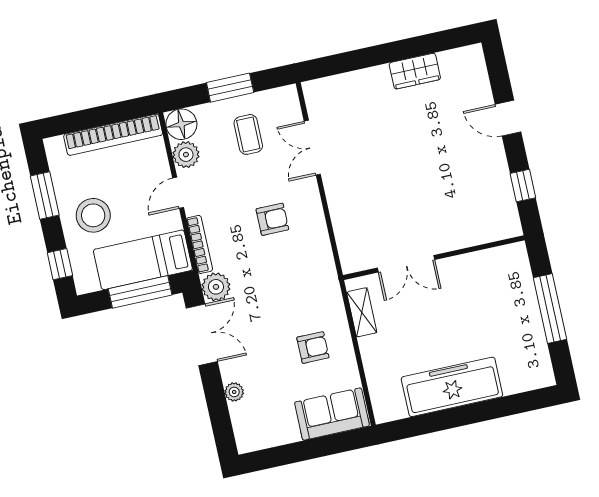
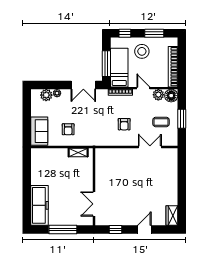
wardrobe: (415, 71) -> (172, 216), moved
double door: (406, 264) -> (94, 204), moved
plant: (216, 287) -> (46, 95), moved
freezer: (452, 387) -> (40, 205), moved

